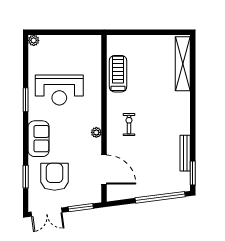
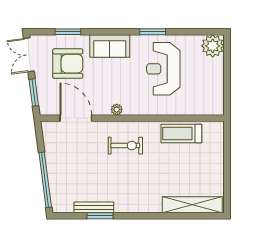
plant: (34, 40) -> (213, 46), width x1.88, depth x1.88
treadmill: (118, 74) -> (181, 133), turned 180
exercise bike: (129, 125) -> (125, 146), width x1.38, depth x1.39
door: (104, 169) -> (76, 118), swing flipped
window: (193, 173) -> (100, 216), moved

